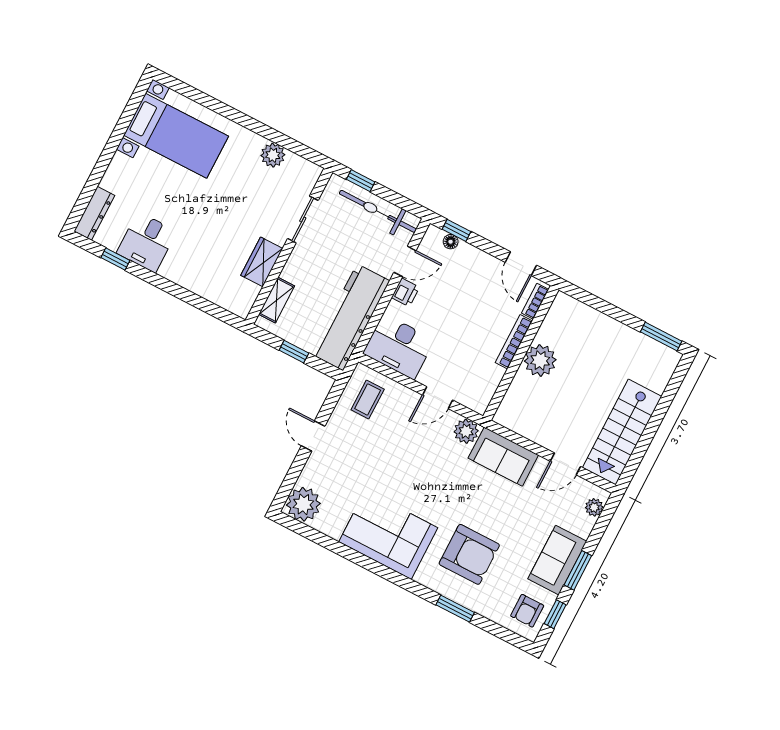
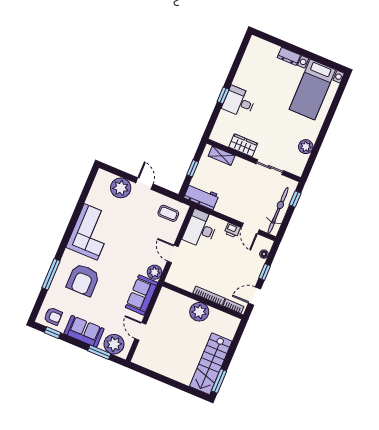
dresser: (94, 213) -> (289, 56), moved, width x0.70
window: (456, 230) -> (265, 272), moved
desk: (147, 242) -> (239, 102), moved
window: (115, 259) -> (223, 95), moved
workbench: (350, 317) -> (201, 196), width x0.53, depth x0.76
stairs: (622, 432) -> (211, 364), moved, turned -90
door: (313, 436) -> (144, 183), hinge flipped
plant: (303, 504) -> (121, 188), moved
plant: (594, 507) -> (114, 344), width x1.87, depth x1.87
window: (578, 570) -> (99, 352), moved
window: (455, 609) -> (51, 274), width x1.44
armchair: (527, 611) -> (53, 316), turned 180

